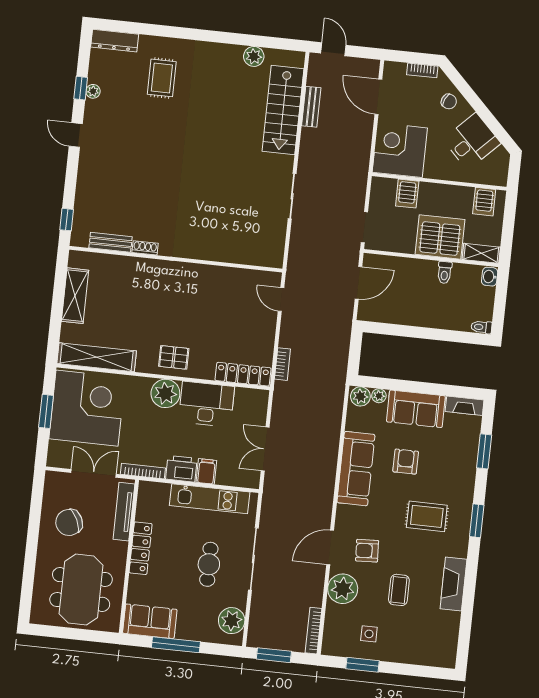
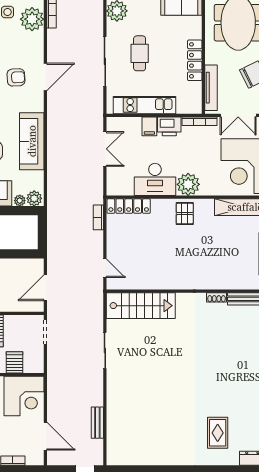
plant: (254, 56) -> (147, 457), removed
stairs: (283, 110) -> (141, 306), moved, turned 90
pallet: (174, 357) -> (185, 214), turned 90
plant: (343, 589) -> (32, 19), moved

